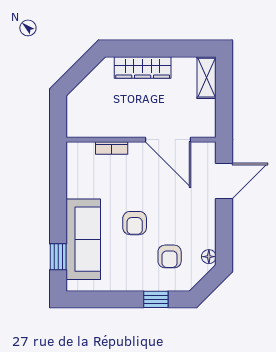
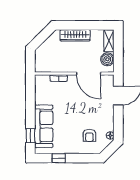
boiler: (203, 113) -> (107, 59), added
armchair: (135, 223) -> (71, 118), removed
window: (156, 299) -> (58, 158), moved

